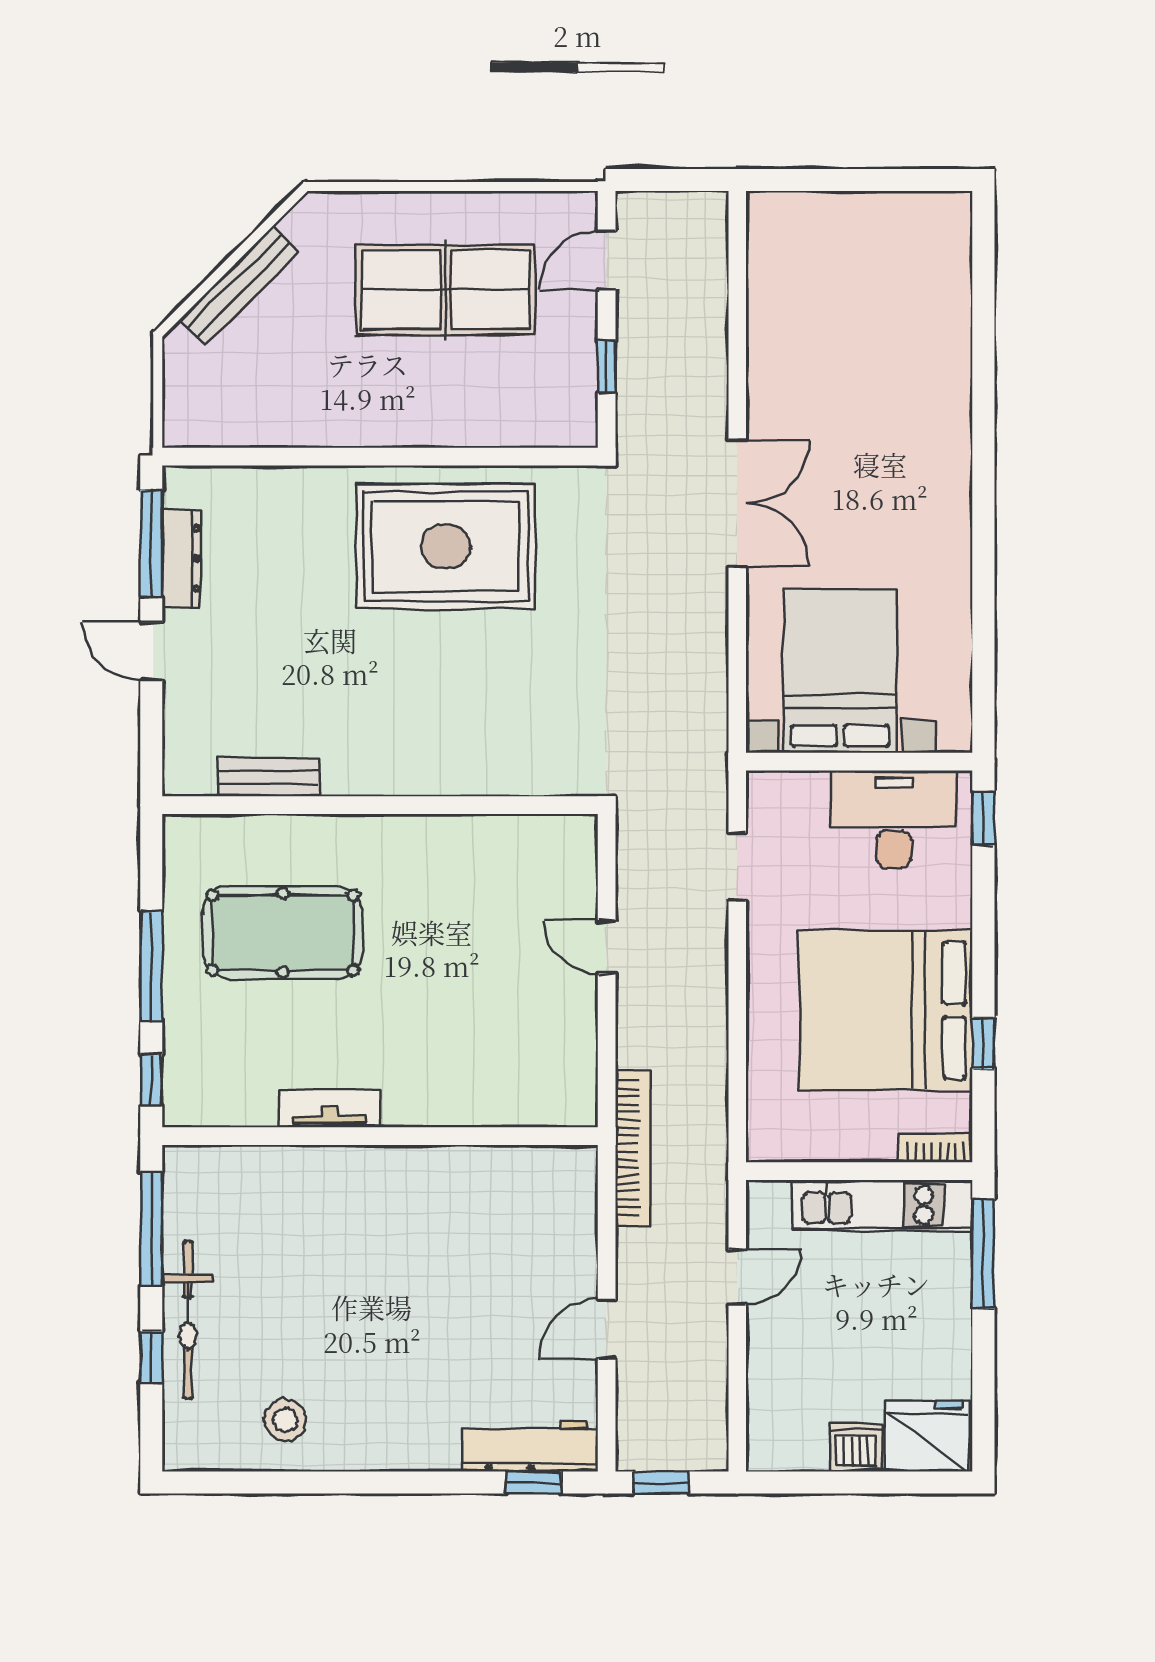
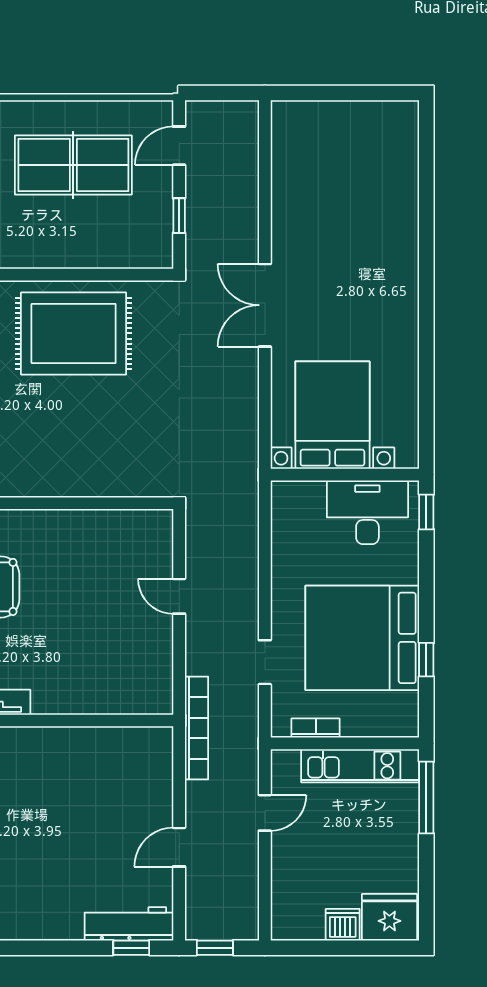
double door: (737, 503) -> (265, 305), swing flipped
doorway: (737, 867) -> (265, 662), moved
bookcase: (936, 1148) -> (316, 728), moved

